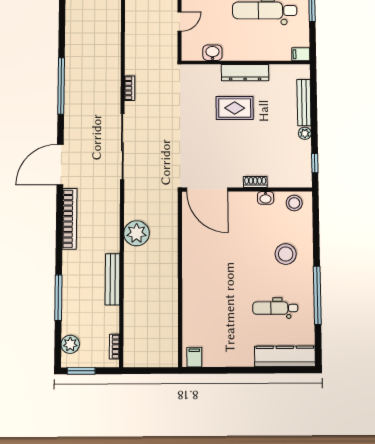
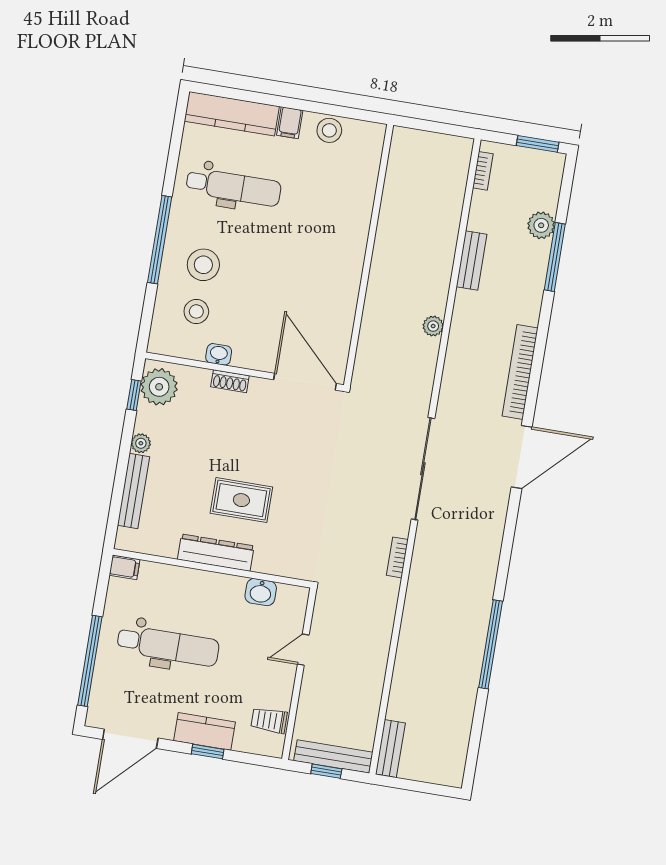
window: (61, 86) -> (491, 644), moved
plant: (300, 171) -> (159, 387), added
stool: (294, 203) -> (196, 311), moved
plant: (137, 233) -> (433, 326), width x0.53, depth x0.53
bench: (113, 279) -> (471, 260), width x0.73
window: (317, 295) -> (160, 240), moved
dental chair: (275, 308) -> (233, 187), width x1.36, depth x1.38
plant: (70, 344) -> (541, 225), moved
stool: (219, 356) -> (329, 130), added
filing cabinet: (194, 357) -> (290, 123), moved

